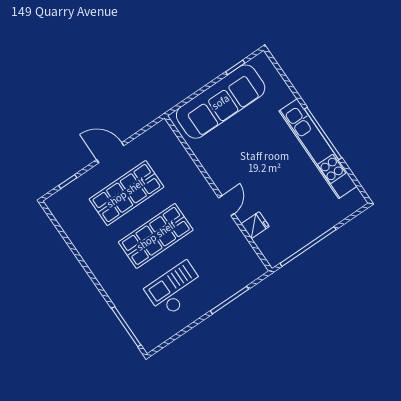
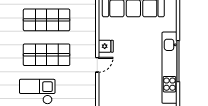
fridge: (255, 225) -> (106, 46), moved

